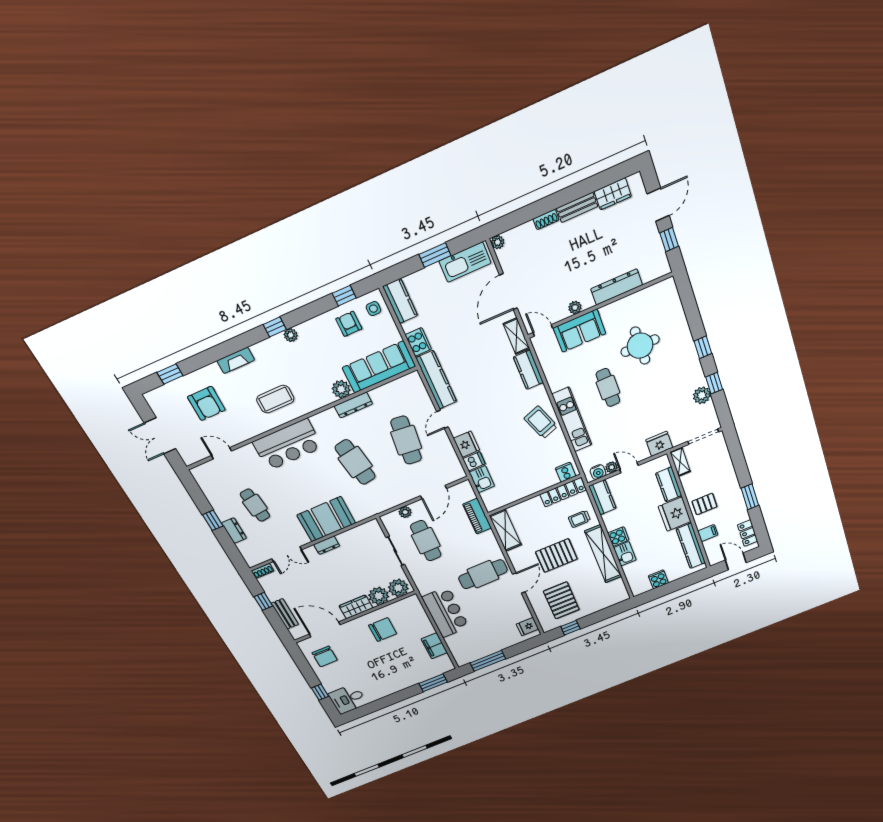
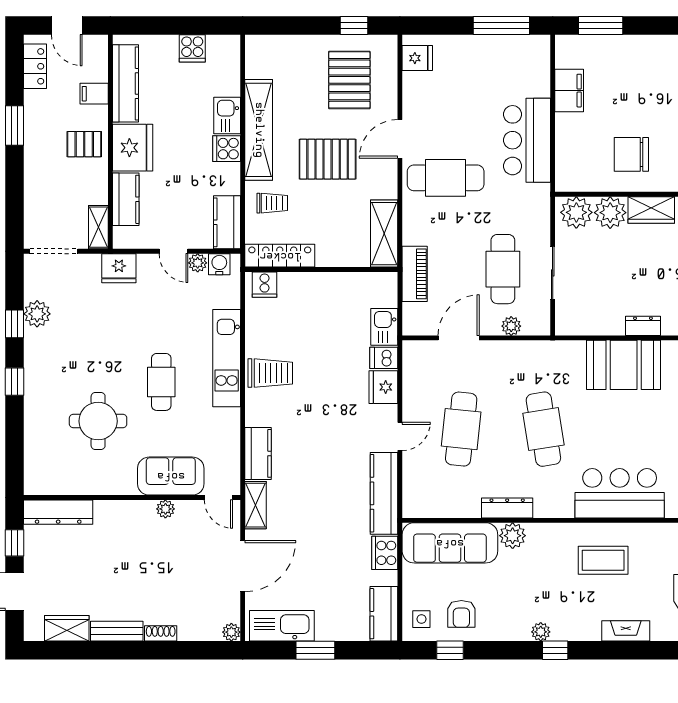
dresser: (617, 287) -> (58, 512), moved
trolley: (541, 422) -> (270, 373), turned -70

